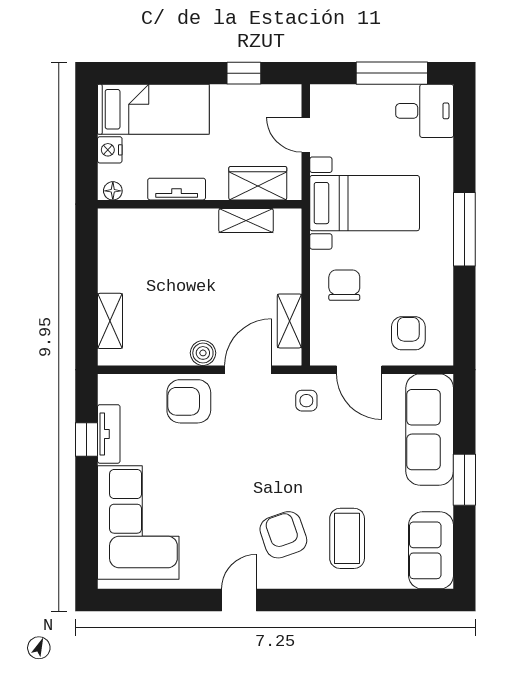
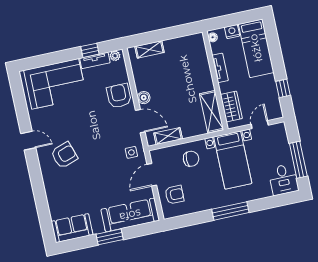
shelving: (246, 221) -> (212, 112), width x1.50, depth x1.33
plant: (108, 392) -> (115, 56), added
coffee table: (347, 538) -> (69, 186), removed

